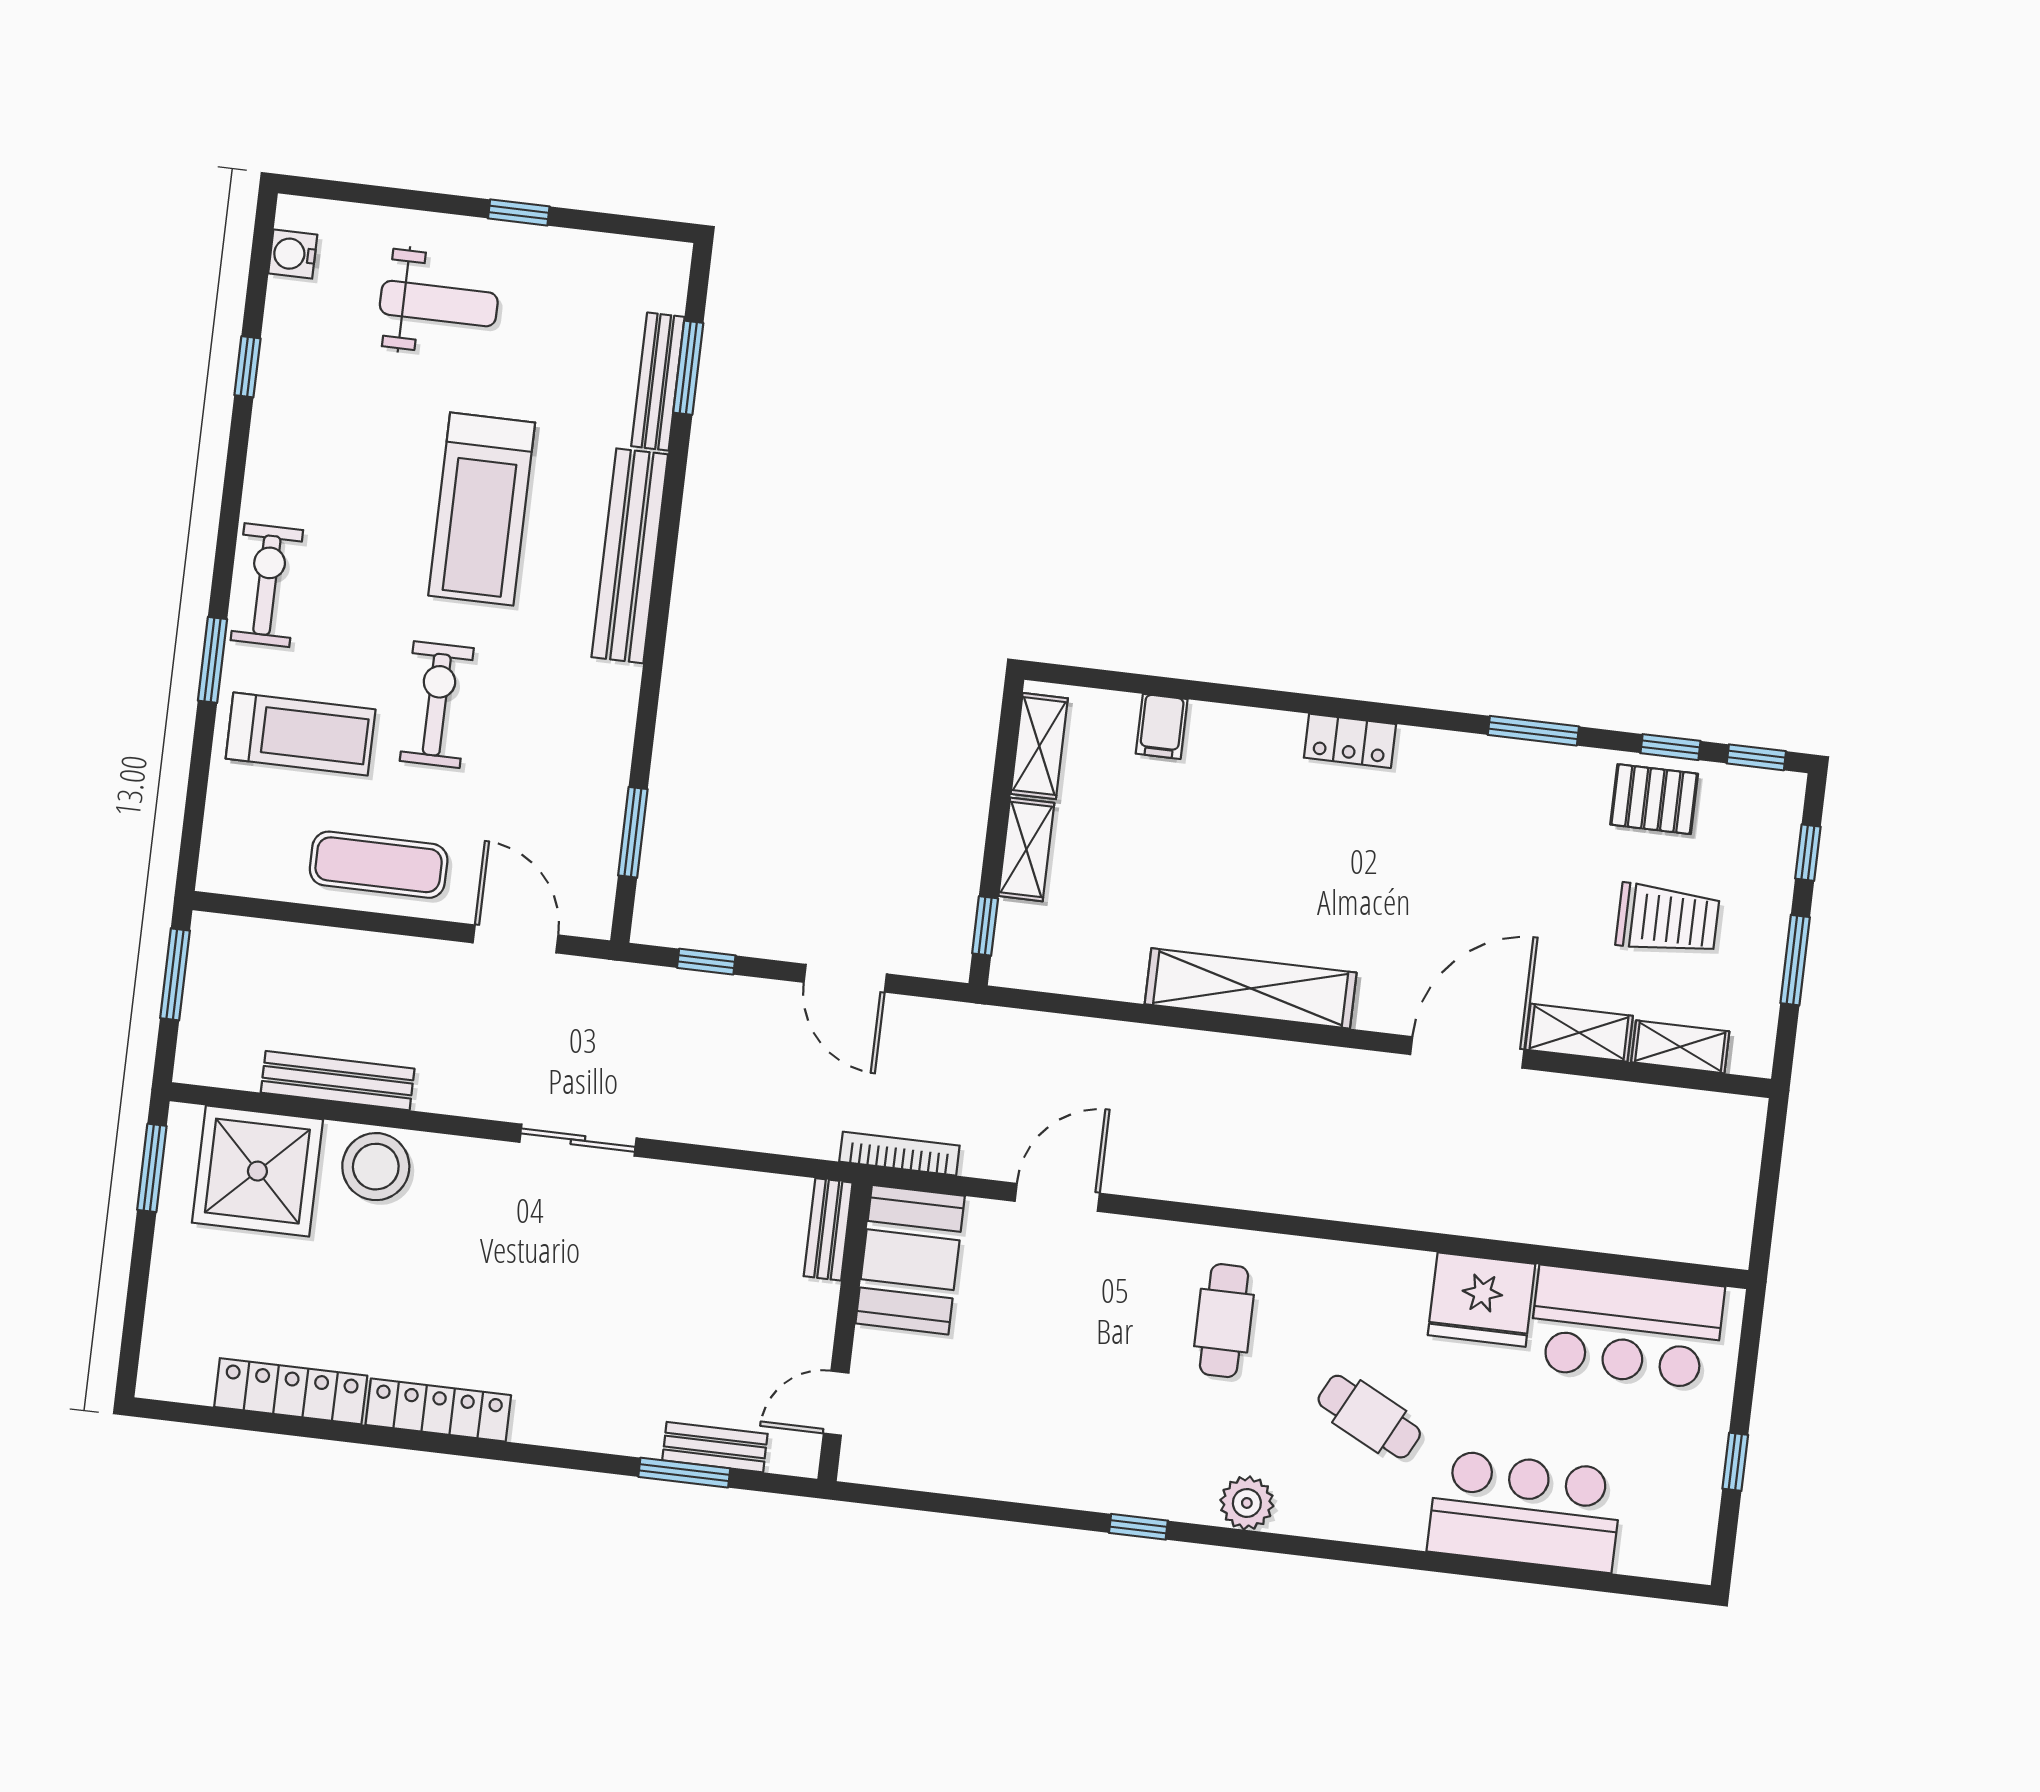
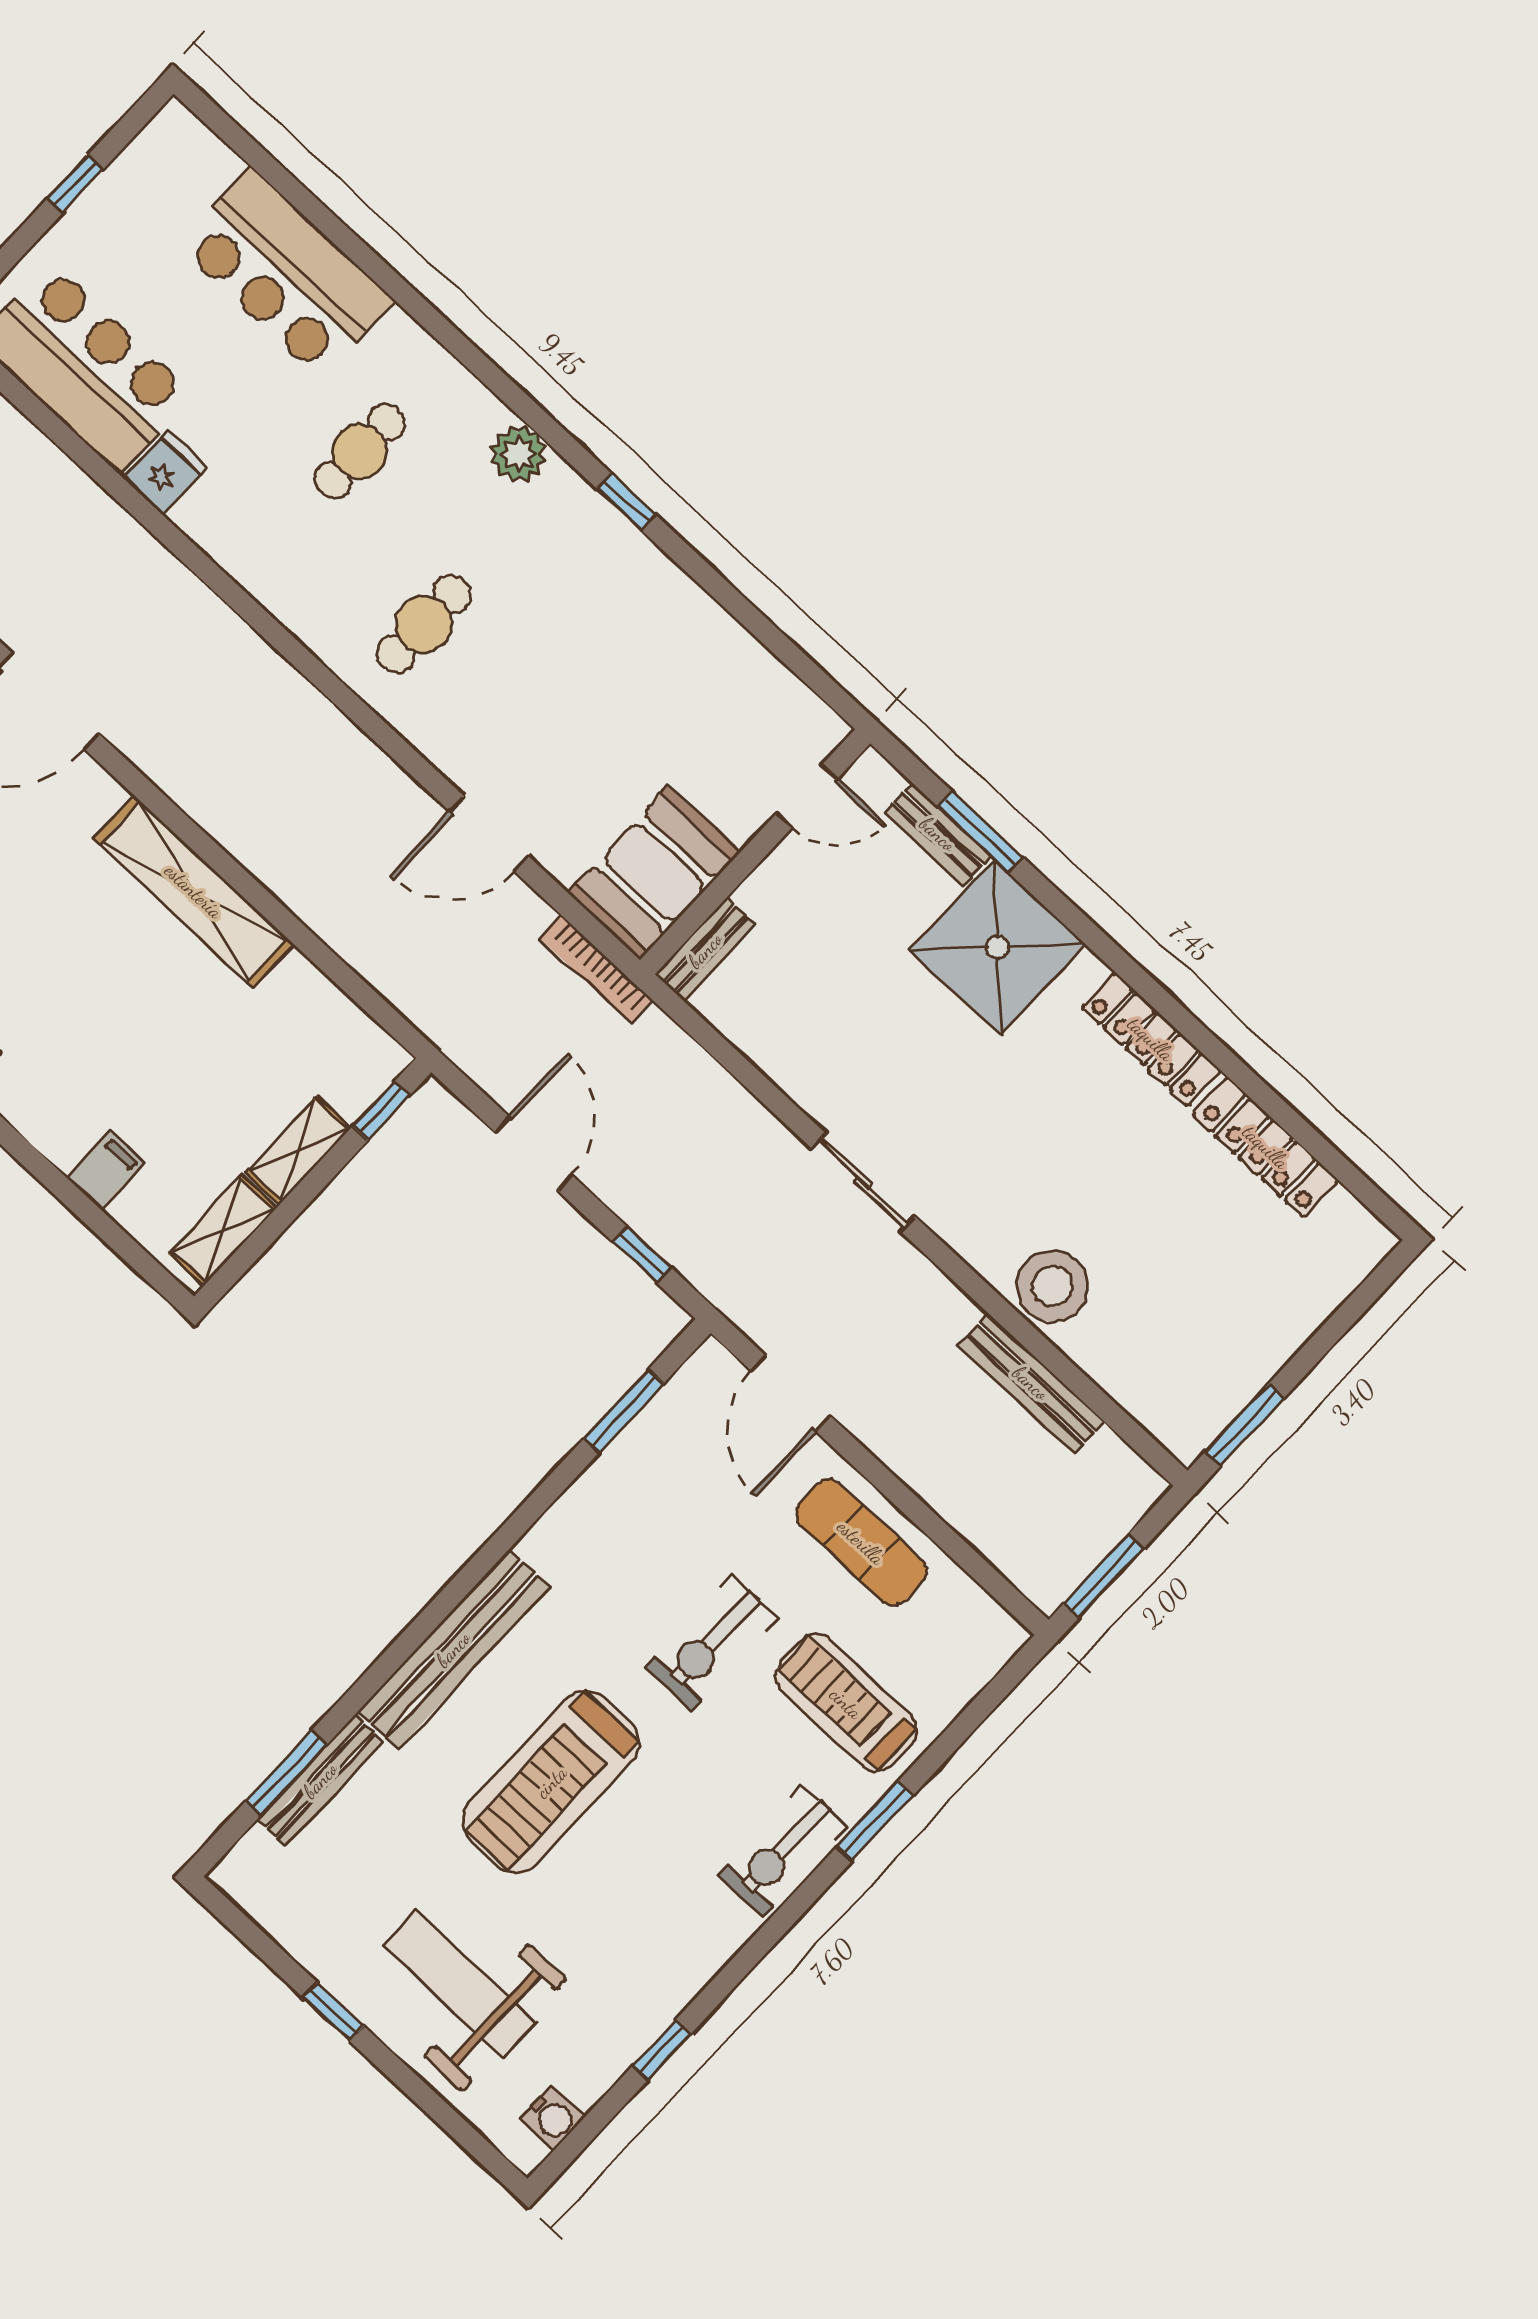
weight bench: (439, 304) -> (459, 1984), width x1.36, depth x1.33
treadmill: (482, 509) -> (551, 1782), turned 180
shower: (257, 1171) -> (997, 947), moved
fridge: (1482, 1300) -> (165, 472), width x0.53, depth x0.75
cafe table: (1369, 1417) -> (360, 451), turned 63

